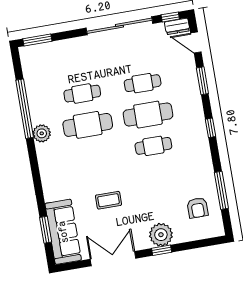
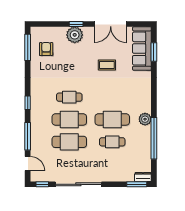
dresser: (177, 26) -> (143, 177), moved
window: (202, 81) -> (28, 136), width x1.44
cafe table: (143, 83) -> (69, 142), width x1.37, depth x1.35
window: (221, 190) -> (28, 47), moved

